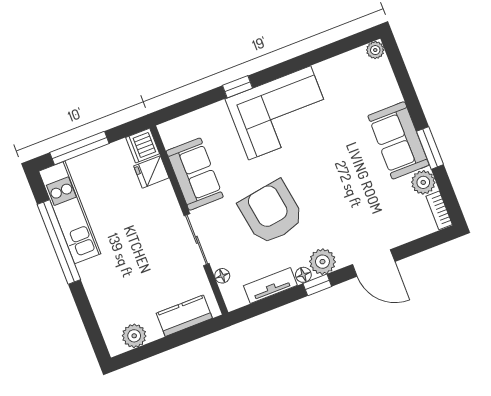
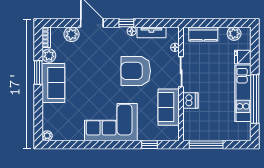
window: (237, 87) -> (150, 145), moved
dishwasher: (143, 146) -> (190, 100), moved
window: (79, 148) -> (206, 145), moved
fridge: (151, 172) -> (243, 57), moved, turned 180
kitchen unit: (70, 212) -> (243, 93), moved
armchair: (271, 212) -> (136, 71), turned 99
plant: (322, 262) -> (72, 34), moved

